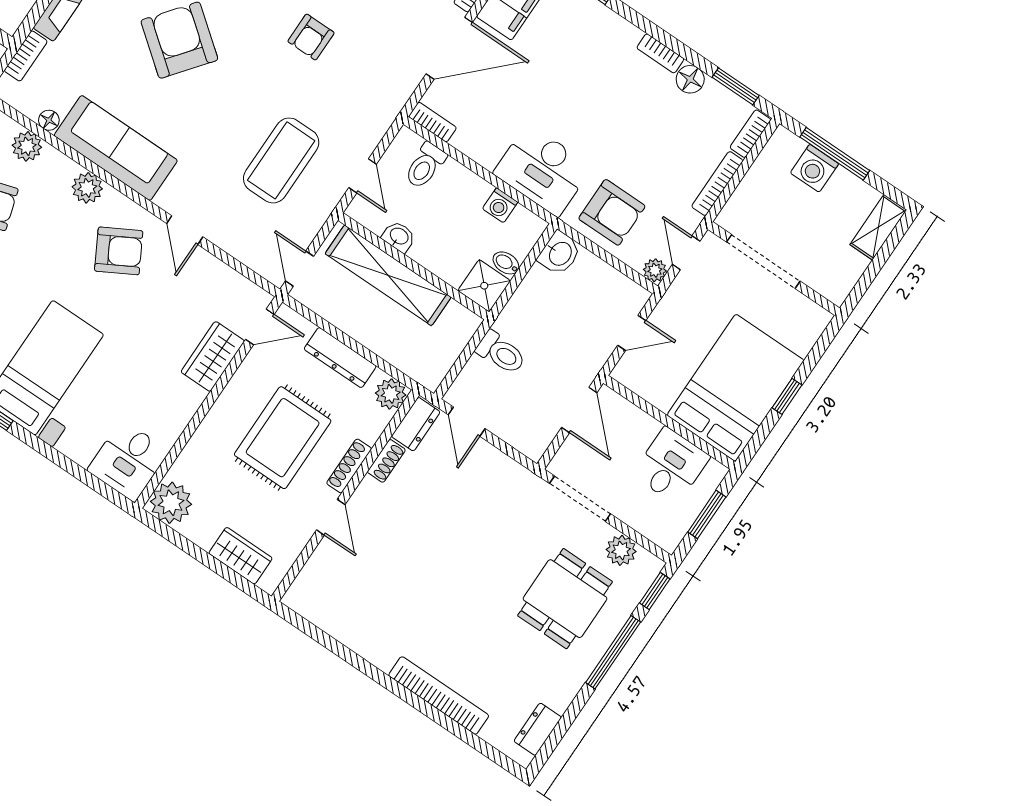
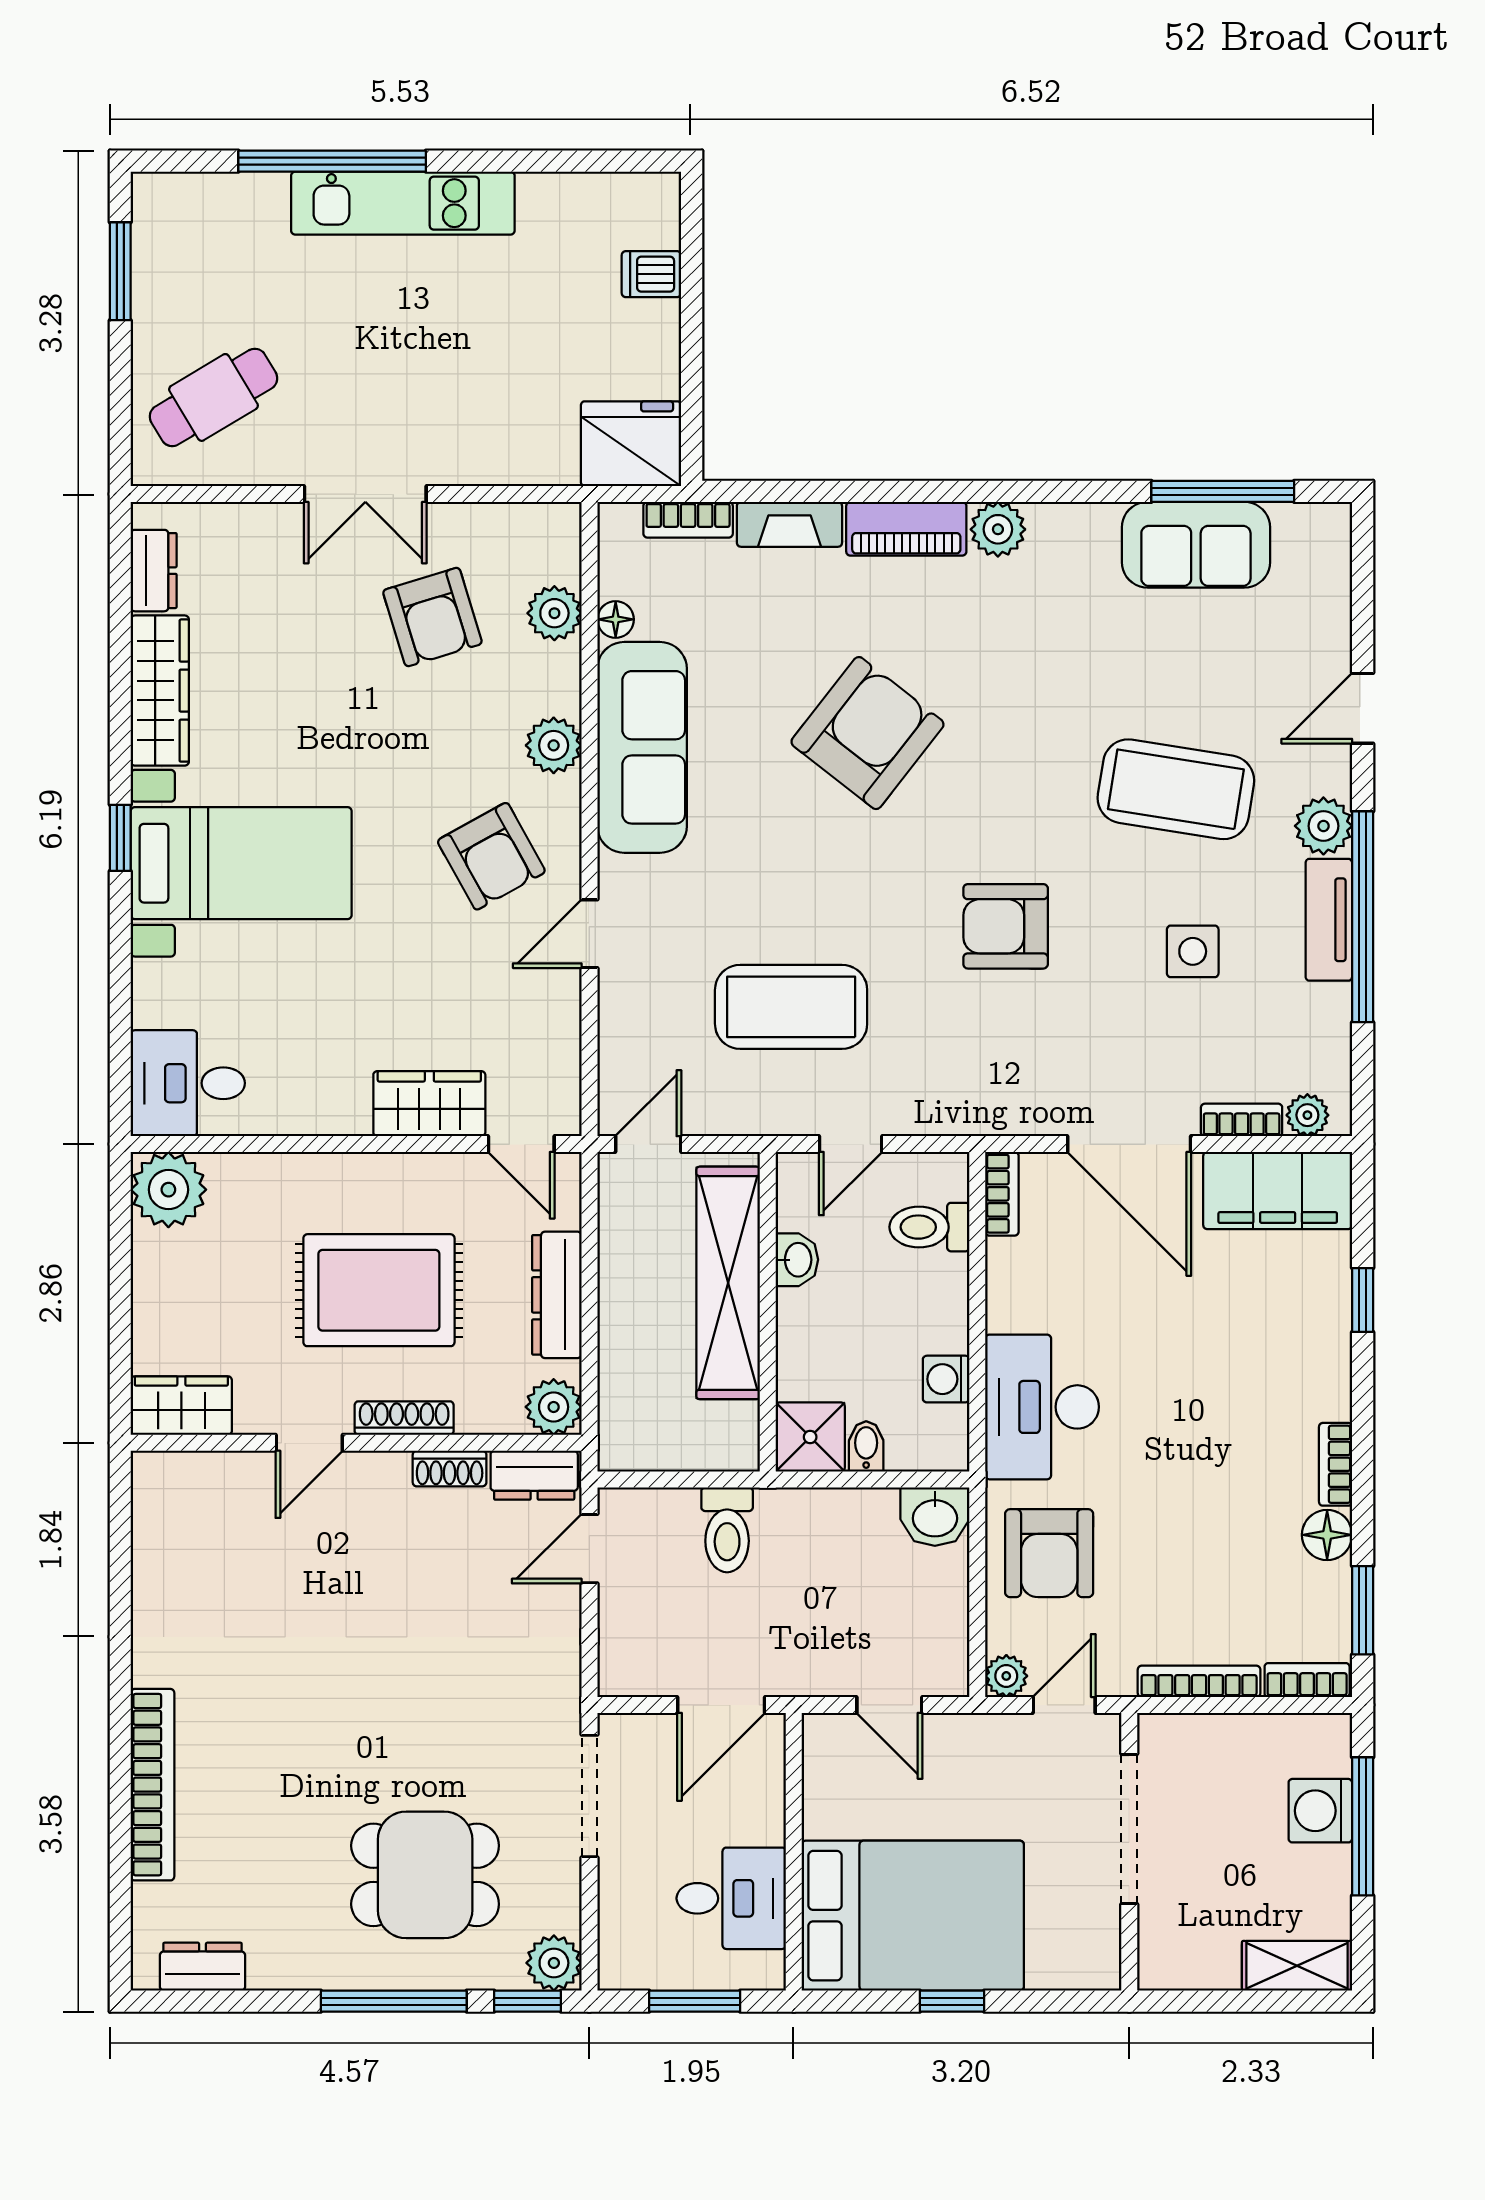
armchair: (311, 37) -> (1006, 926), width x1.38, depth x1.38
plant: (621, 550) -> (554, 1963), moved
wardrobe: (240, 556) -> (181, 1406), moved, turned -90

